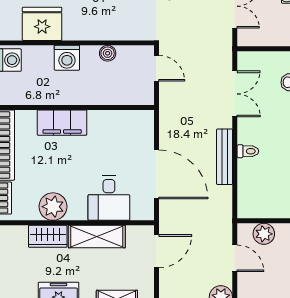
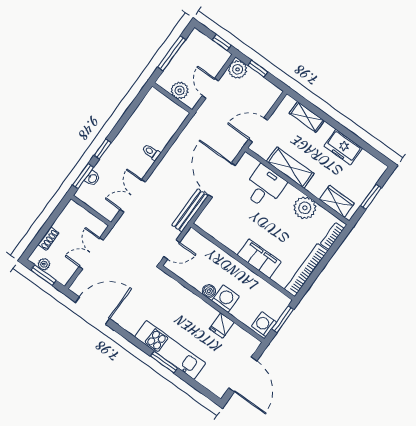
fridge: (42, 24) -> (222, 325), width x0.53, depth x0.75
boiler: (108, 53) -> (209, 291), moved
door: (156, 68) -> (172, 250), swing flipped
bench: (225, 157) -> (190, 210), moved
wardrobe: (48, 236) -> (337, 201), moved

